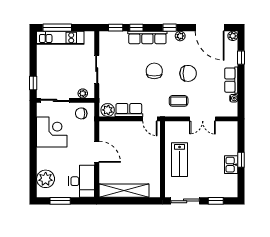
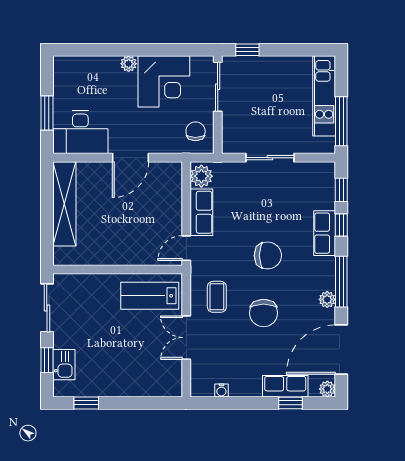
window: (57, 28) -> (341, 121), moved
window: (170, 28) -> (341, 282), width x2.17
row of seats: (147, 37) -> (325, 233), width x0.68
row of seats: (231, 80) -> (285, 386), moved
plant: (83, 93) -> (230, 134), removed
lab bench: (180, 160) -> (150, 296), moved
window: (241, 160) -> (86, 403), moved
kitchen sink: (231, 165) -> (64, 365), moved, turned 90
plant: (46, 179) -> (129, 64), moved, width x0.53, depth x0.53
window: (60, 201) -> (47, 113), moved

